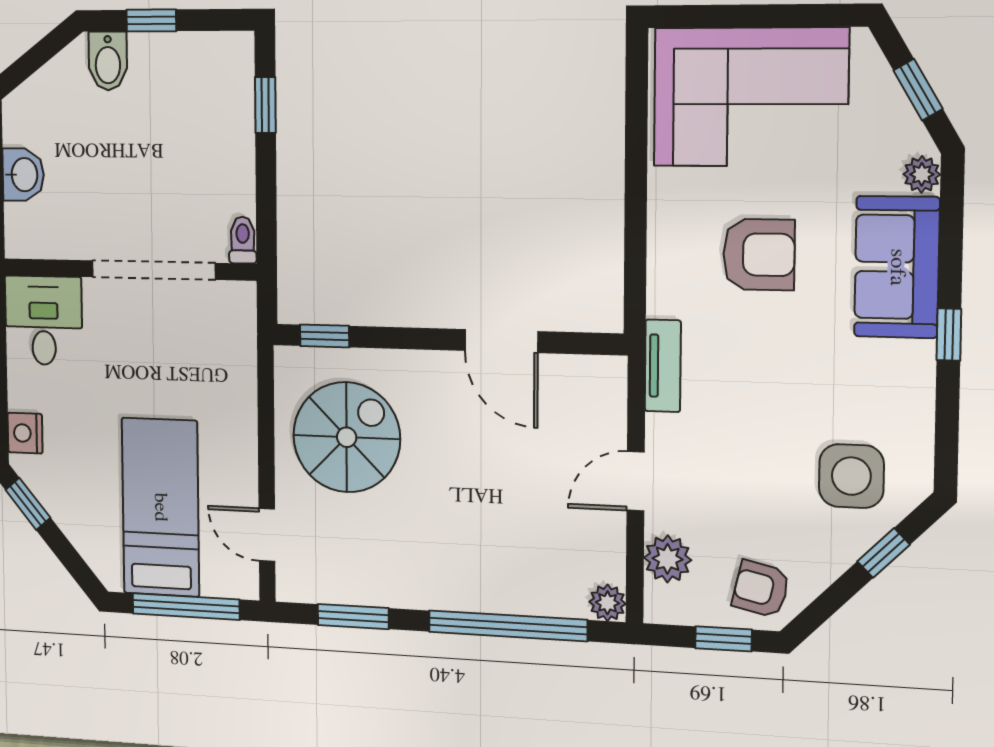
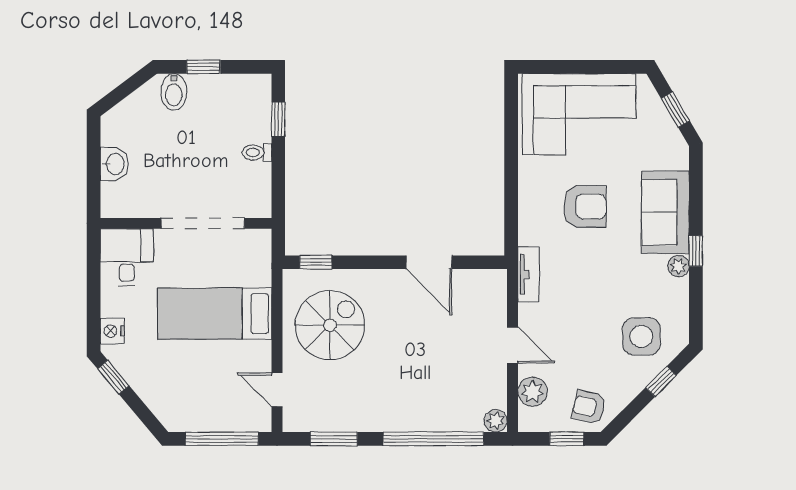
plant: (922, 174) -> (679, 266), moved
toilet: (243, 240) -> (257, 152), moved, turned -90
door: (636, 481) -> (513, 345), swing flipped
bed: (160, 507) -> (215, 314), moved, turned -90

